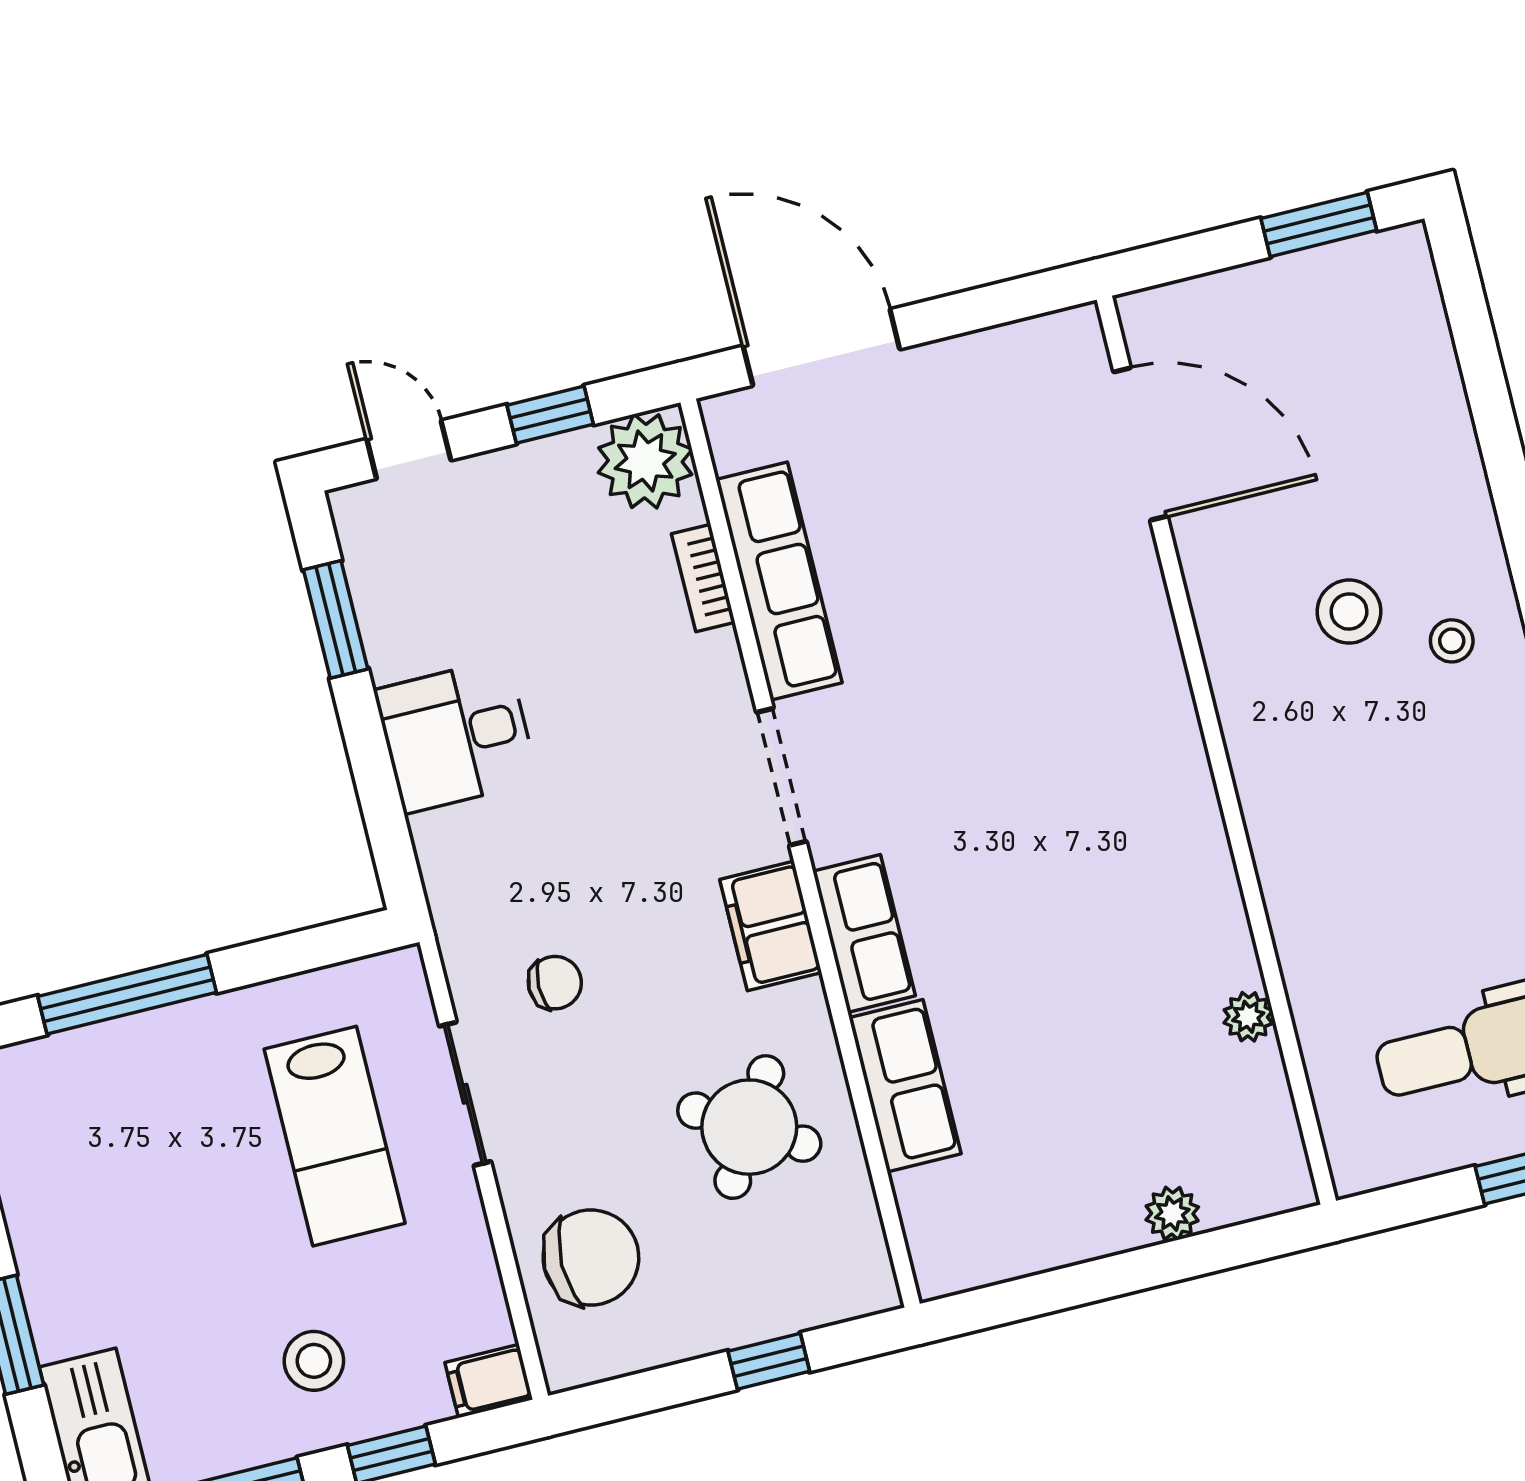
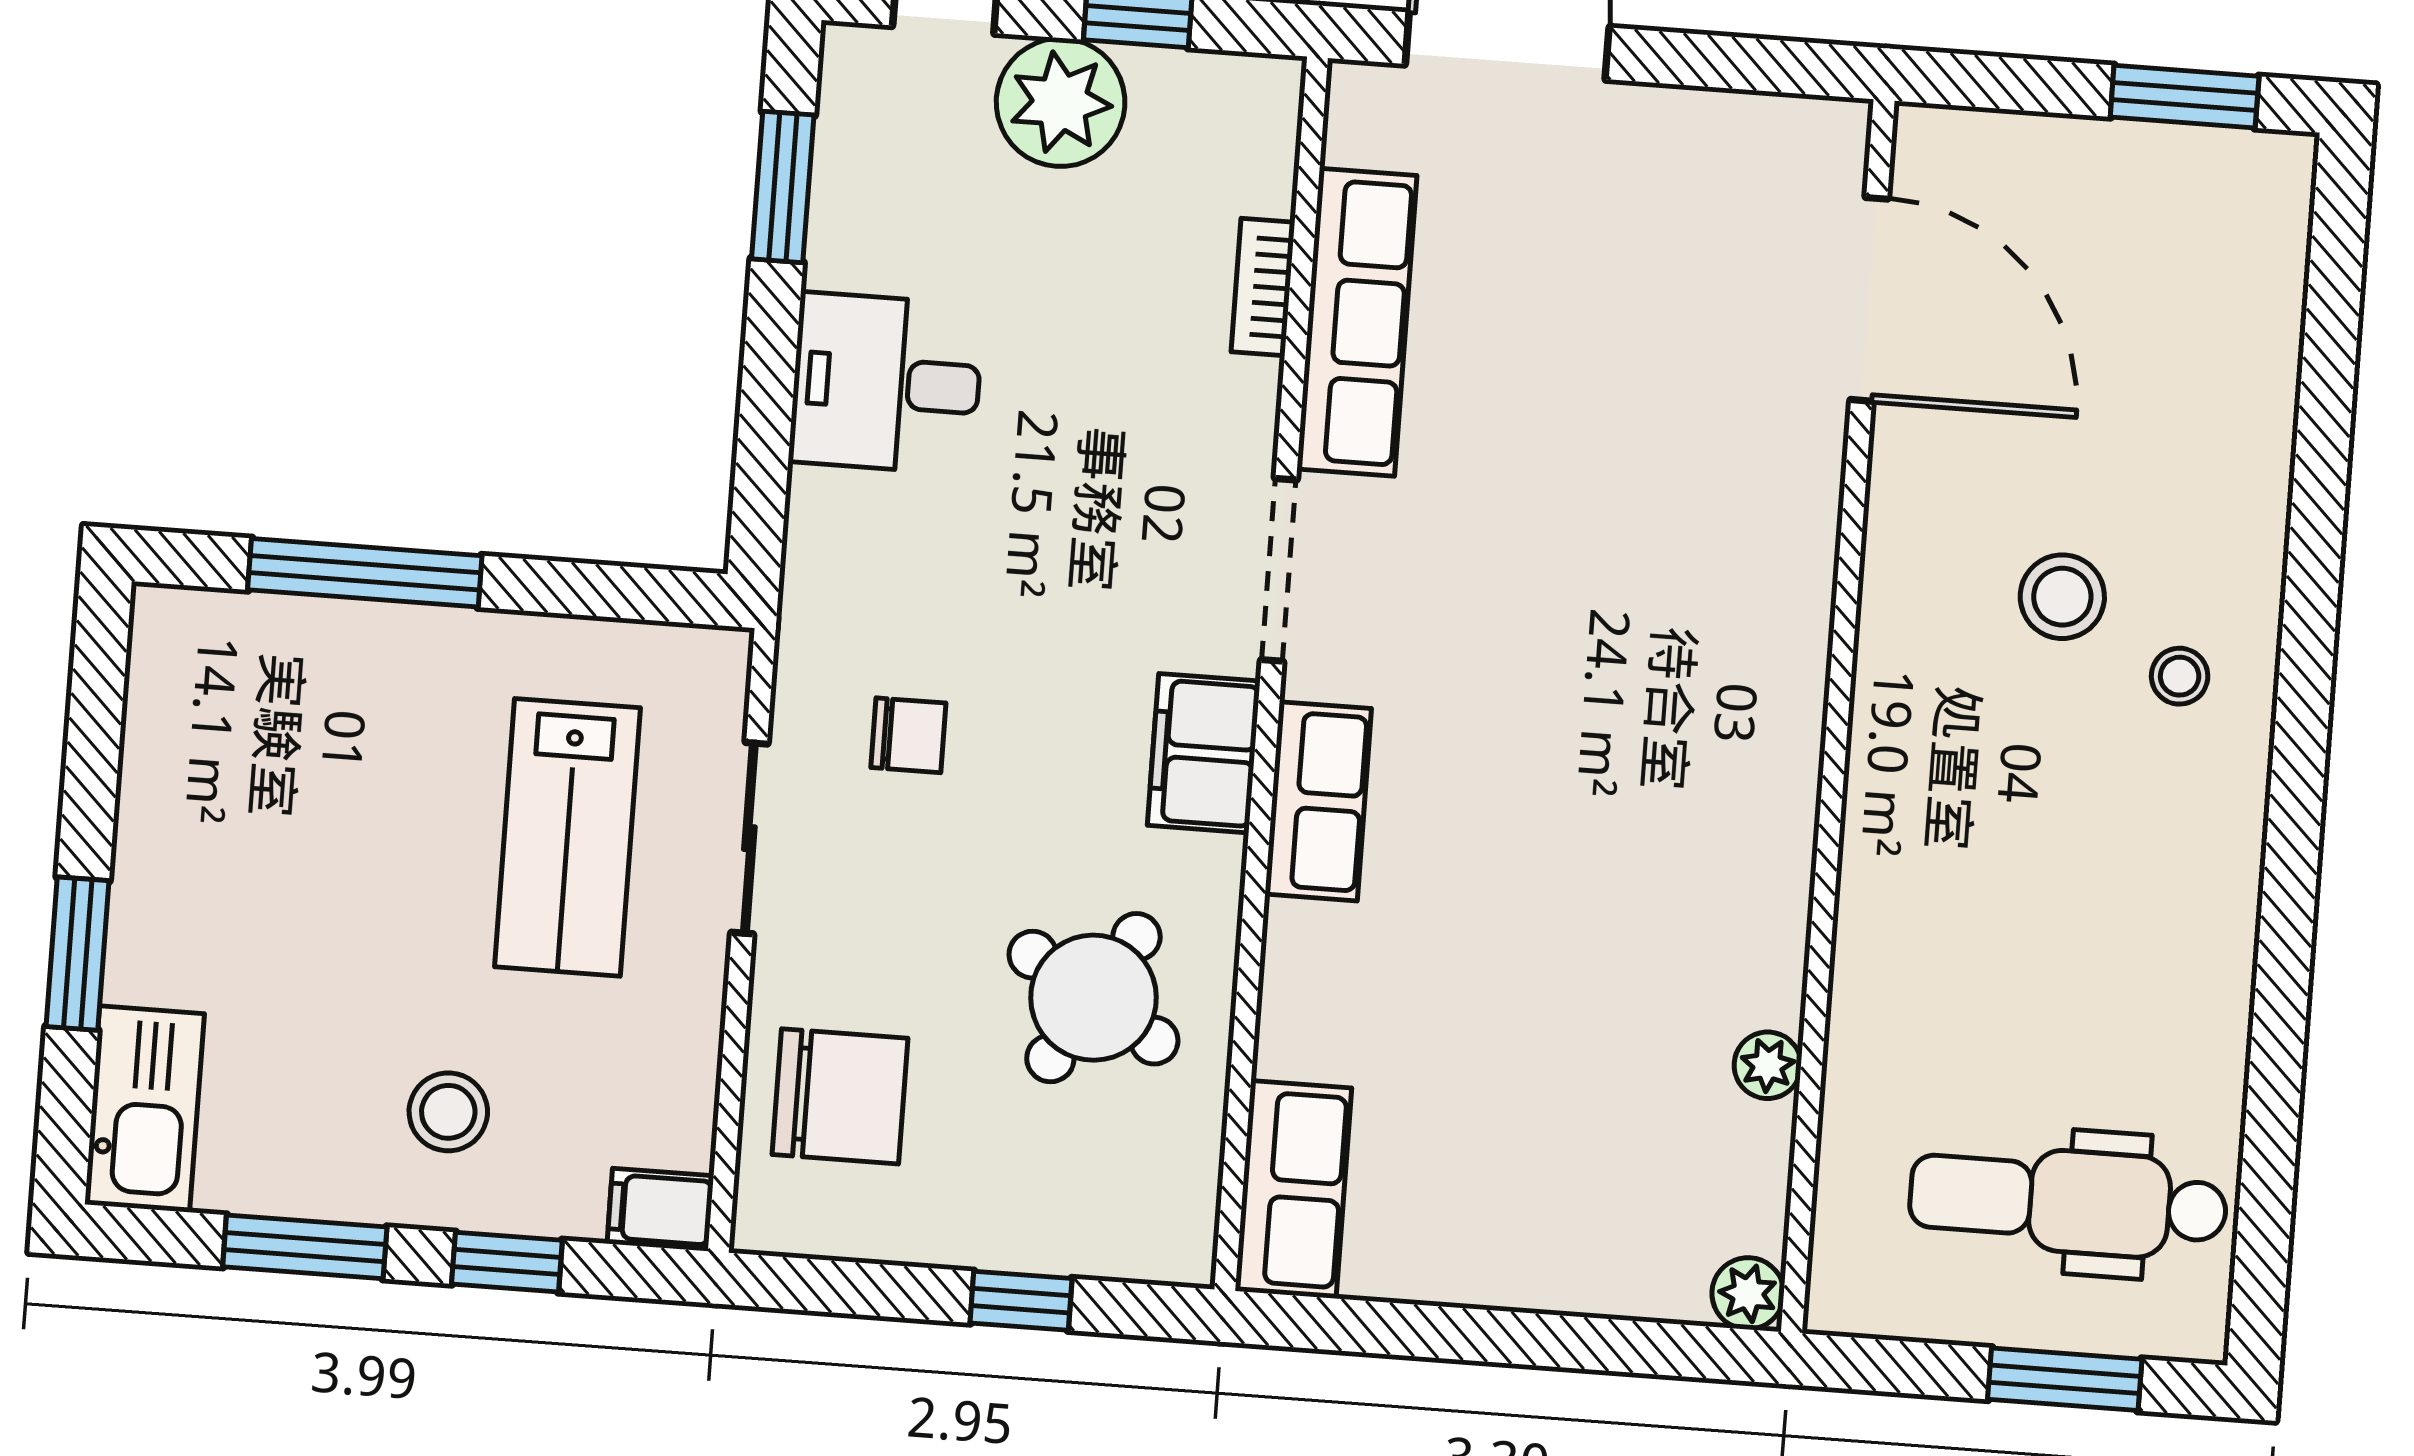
plant: (645, 461) -> (1061, 102), moved
row of seats: (905, 1086) -> (1293, 1189), moved
plant: (1172, 1213) -> (1748, 1293), moved

